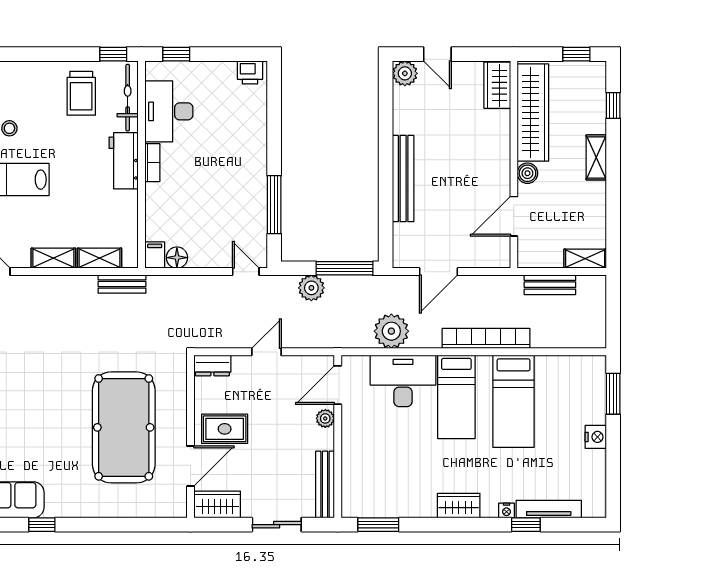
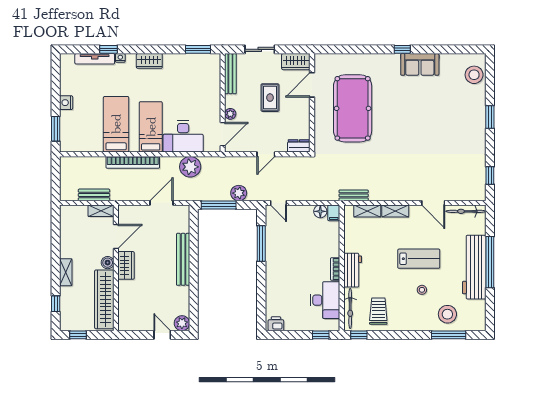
wardrobe: (497, 85) -> (126, 265), moved
shelving: (585, 259) -> (101, 211), moved
rug: (225, 429) -> (270, 98), moved, turned 90

